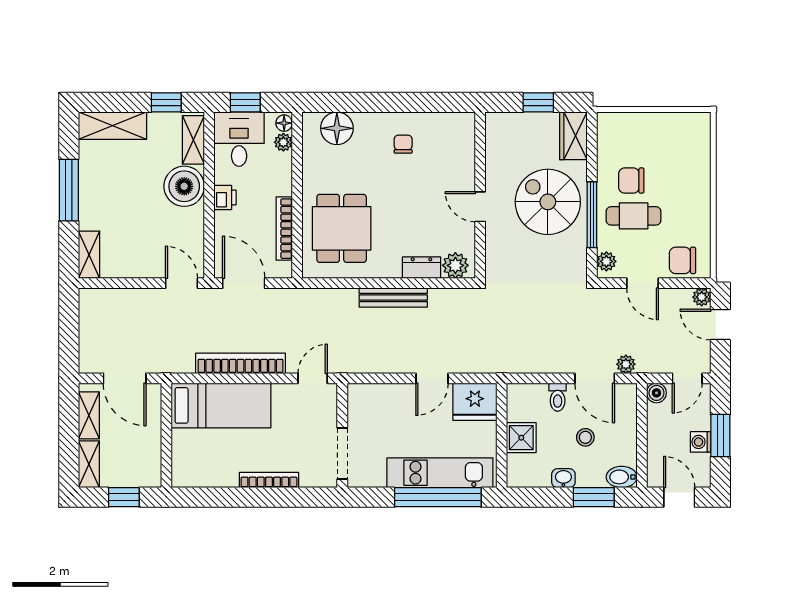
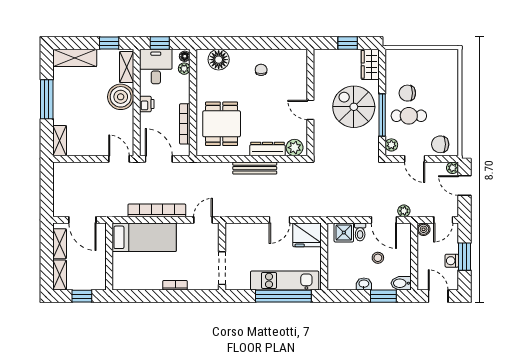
dresser: (421, 268) -> (267, 149), width x1.44
shower: (521, 438) -> (344, 233), moved
bookcase: (269, 480) -> (175, 285), width x0.64

